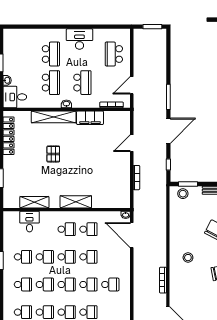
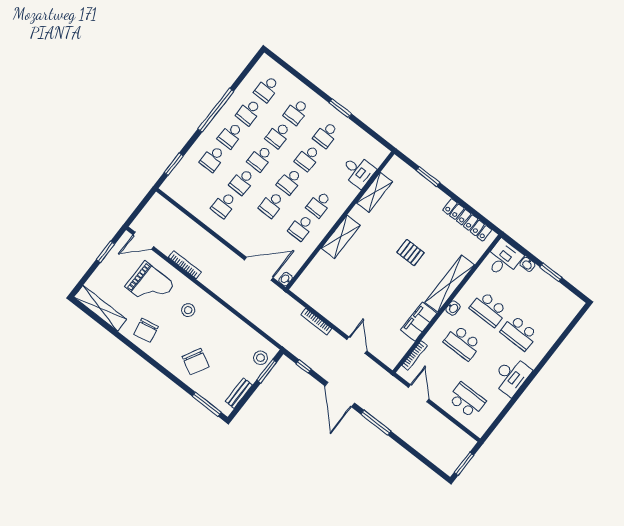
grand piano: (191, 291) -> (150, 285), added

